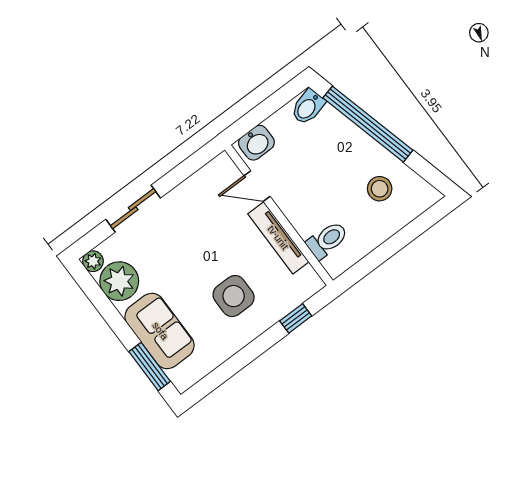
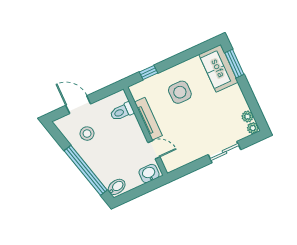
door: (406, 236) -> (78, 105), added
plant: (119, 281) -> (247, 116), width x0.53, depth x0.53
sofa: (160, 331) -> (218, 68), moved

